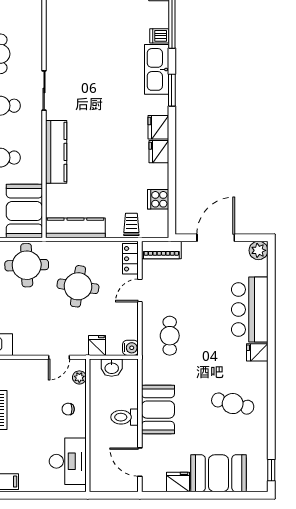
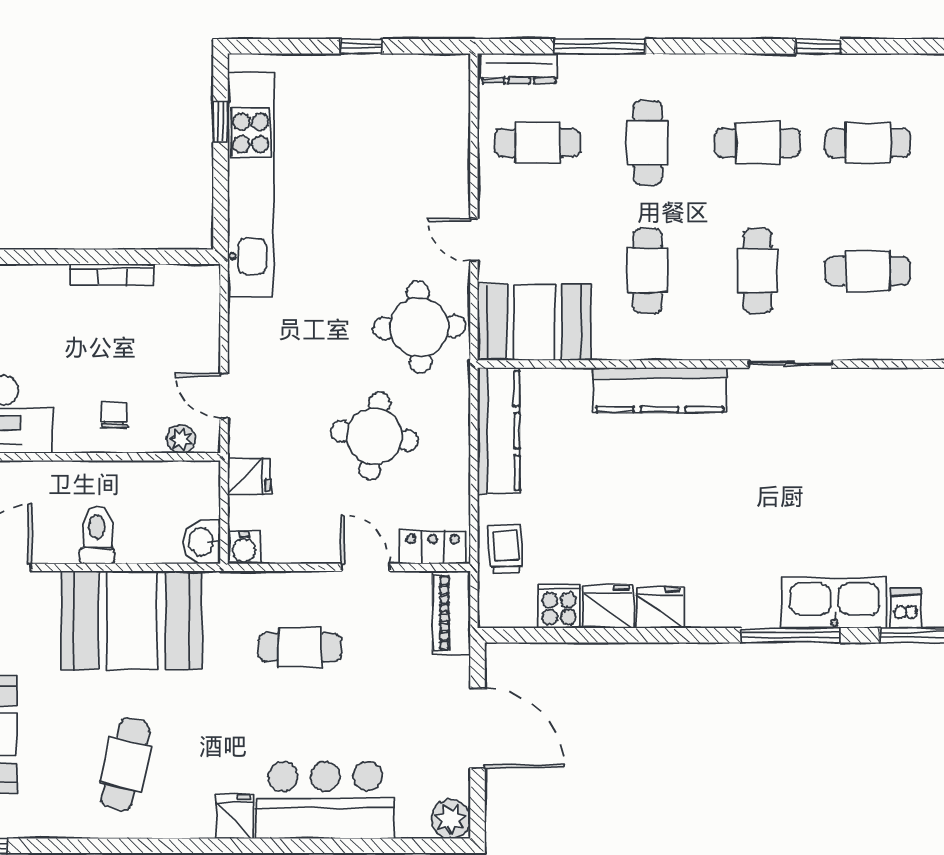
window: (172, 90) -> (791, 635), width x1.44
fridge: (158, 127) -> (608, 606), moved
trolley: (131, 224) -> (506, 549), turned -93
cafe table: (170, 336) -> (300, 647), moved
washbasin: (112, 368) -> (202, 542), moved
booth: (158, 410) -> (132, 620), width x1.36, depth x1.42

